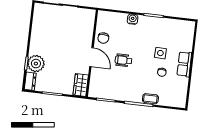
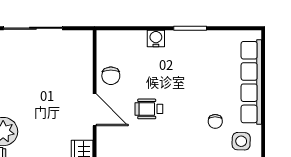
side table: (160, 53) -> (241, 141), moved
row of seats: (184, 64) -> (251, 82), width x2.02

